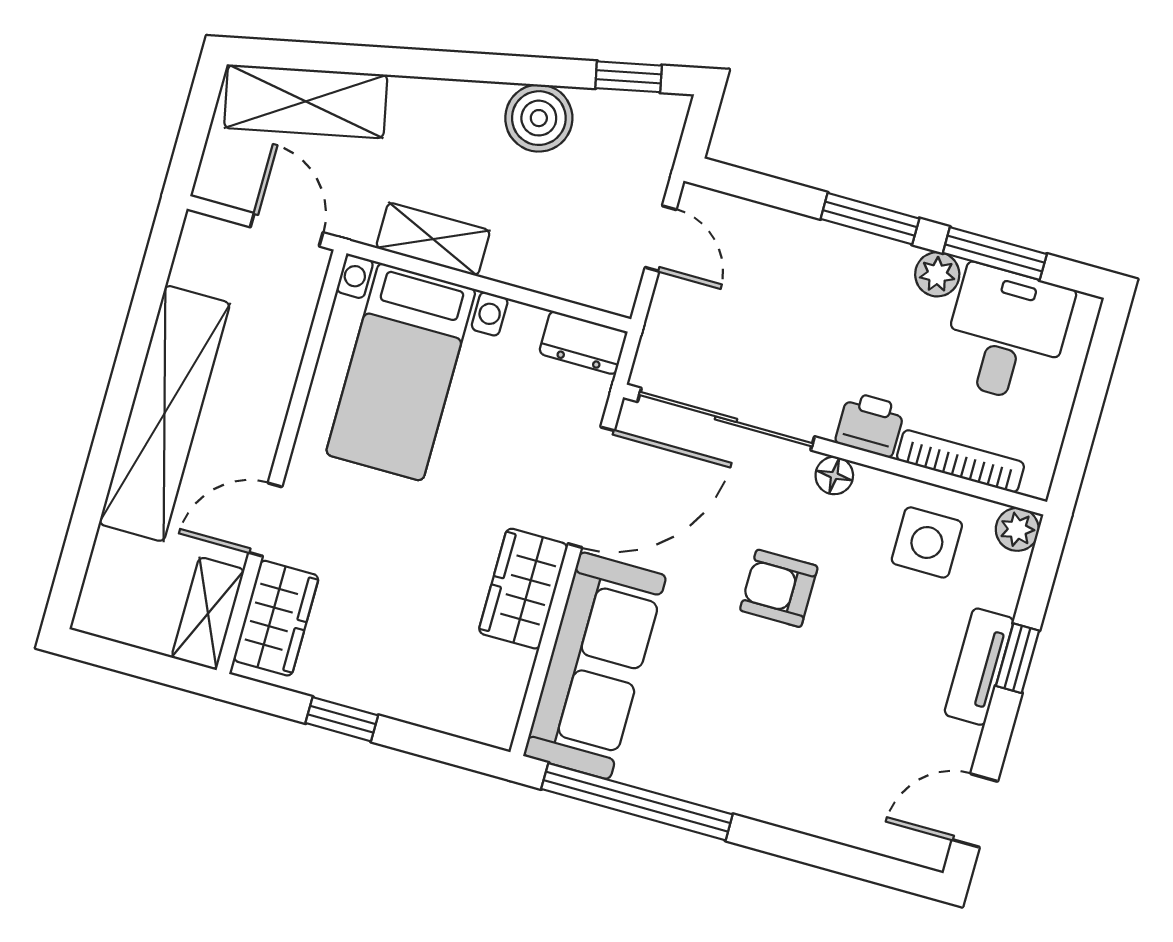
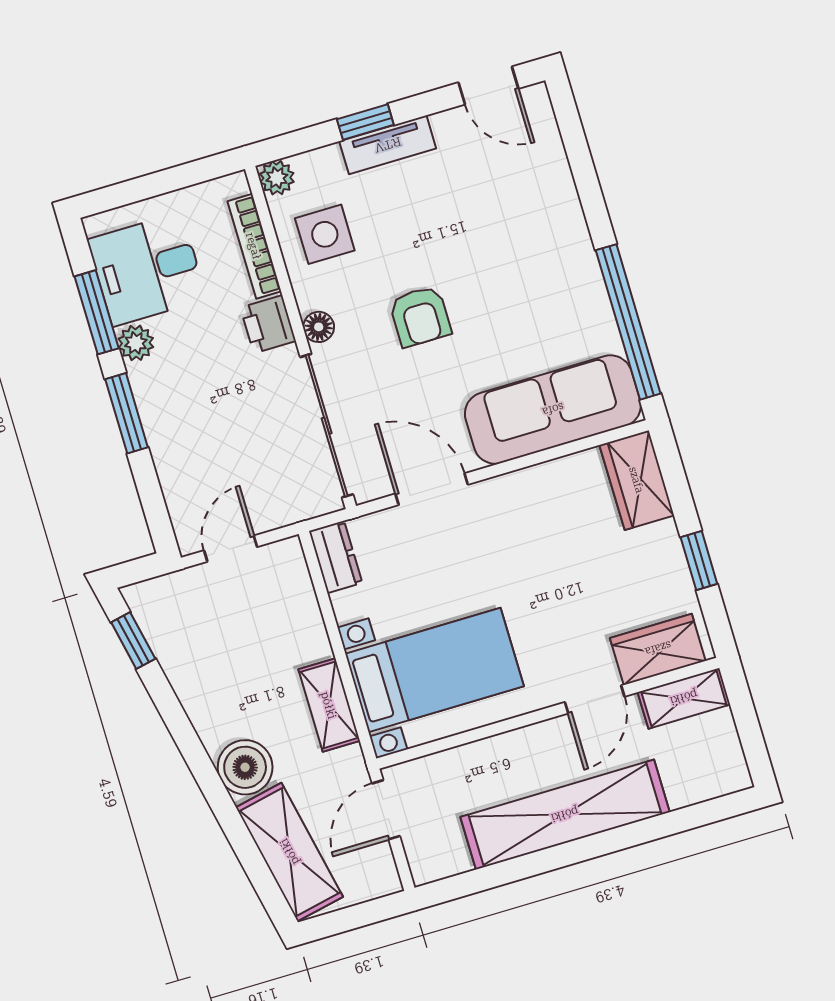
boiler: (539, 118) -> (245, 767), moved
door: (591, 487) -> (432, 489), width x0.73
door: (265, 520) -> (595, 699), hinge flipped
wardrobe: (523, 589) -> (637, 480), moved, turned 90

